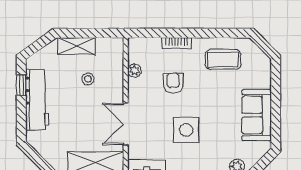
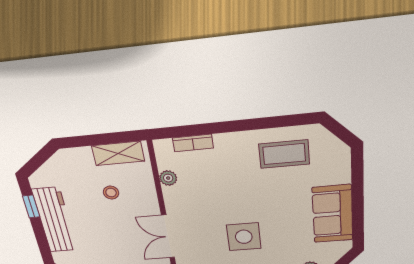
bookcase: (177, 43) -> (193, 143), moved
shelving: (76, 46) -> (118, 153), moved
armchair: (173, 83) -> (221, 188), removed

